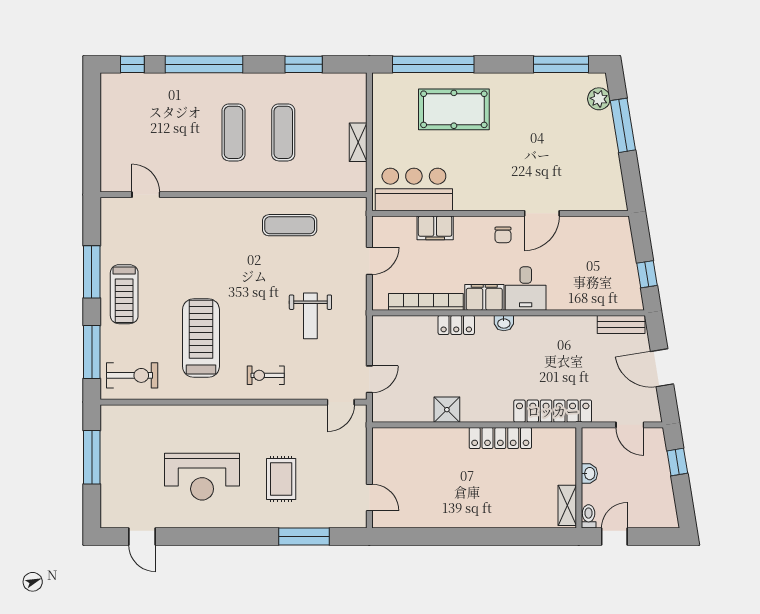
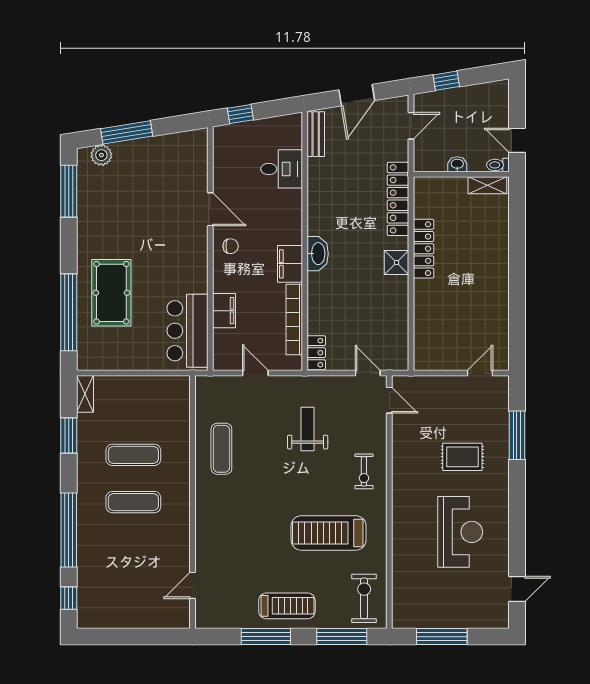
shelving: (358, 142) -> (85, 394), moved, turned 90
window: (647, 274) -> (240, 114), moved
desk: (526, 289) -> (282, 169), moved
weight bench: (310, 316) -> (308, 429), turned -90
washbasin: (504, 323) -> (318, 254), width x1.91, depth x1.45
locker: (456, 325) -> (316, 353), moved
shower: (447, 410) -> (397, 262), moved

